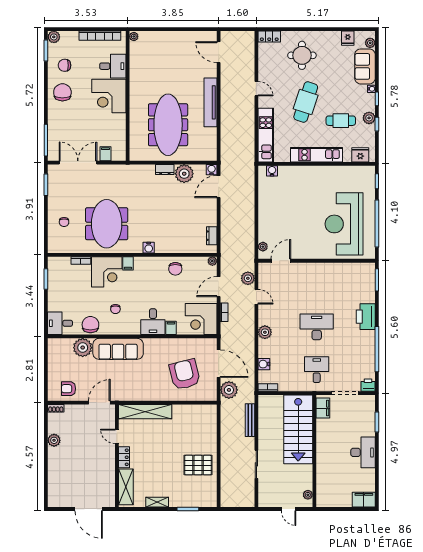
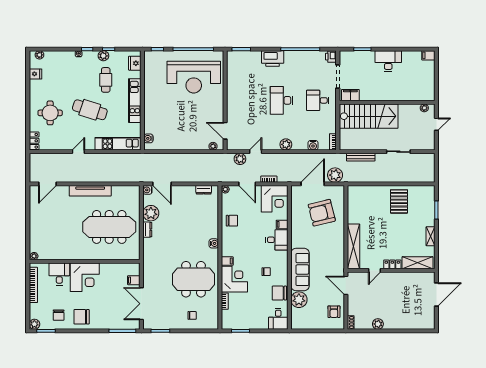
sofa: (365, 66) -> (60, 59), removed
filing cabinet: (364, 500) -> (428, 55), width x0.50

